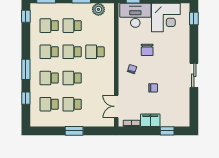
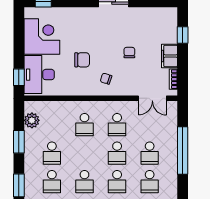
school desk: (72, 52) -> (117, 125), moved
window: (74, 131) -> (183, 150), width x2.11

